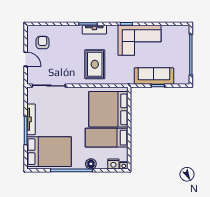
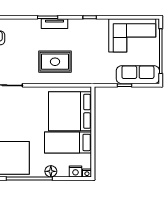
corner sofa: (139, 40) -> (132, 35), moved
rug: (95, 64) -> (55, 62), turned 90
sofa: (154, 76) -> (138, 75), moved

